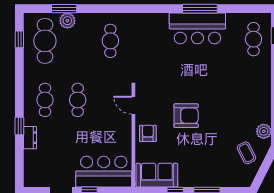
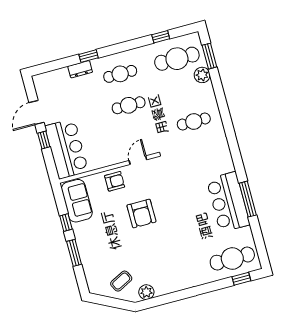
window: (64, 9) -> (209, 56), moved
window: (19, 39) -> (161, 37), moved
cafe table: (253, 39) -> (232, 259), width x1.37, depth x1.35

